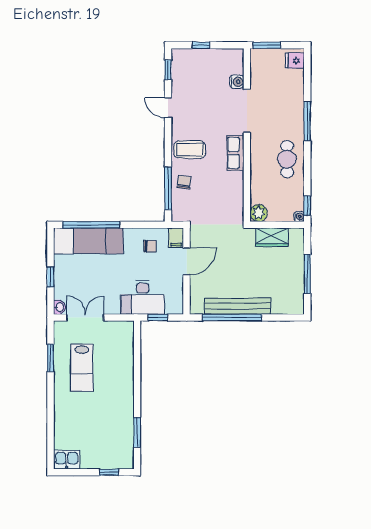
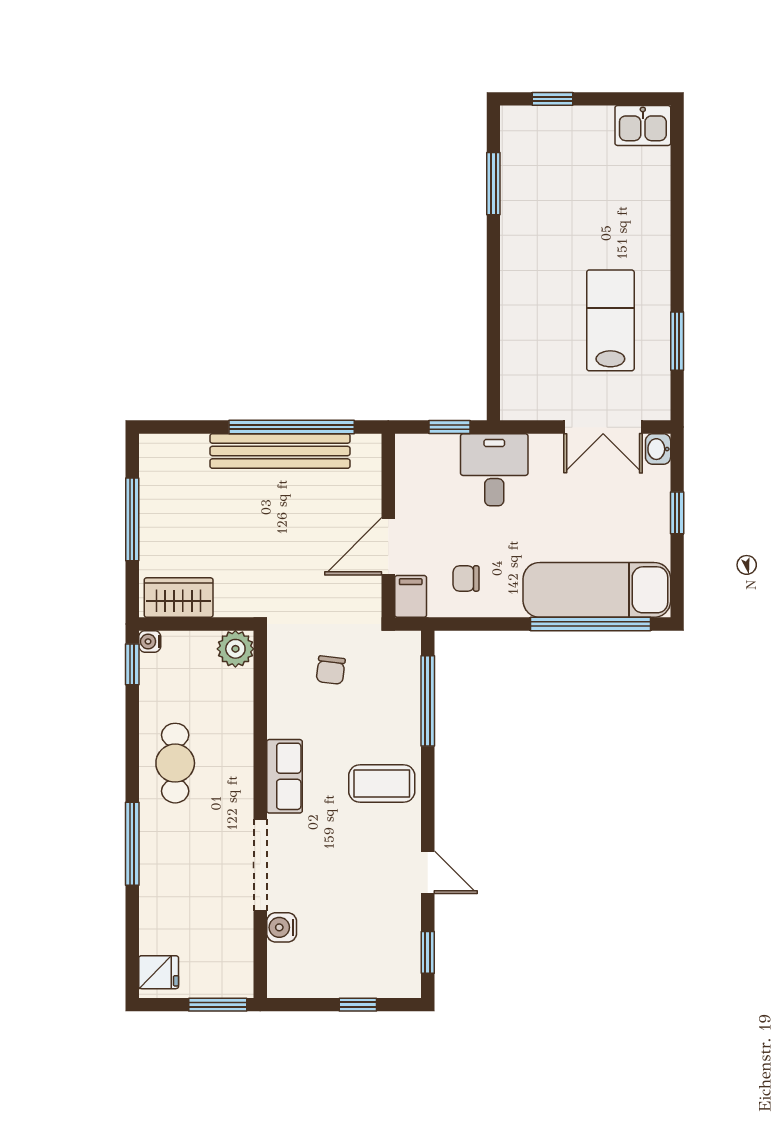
chair: (184, 182) -> (331, 670), moved
wardrobe: (272, 237) -> (179, 598), moved
desk: (143, 297) -> (494, 470), width x0.73

